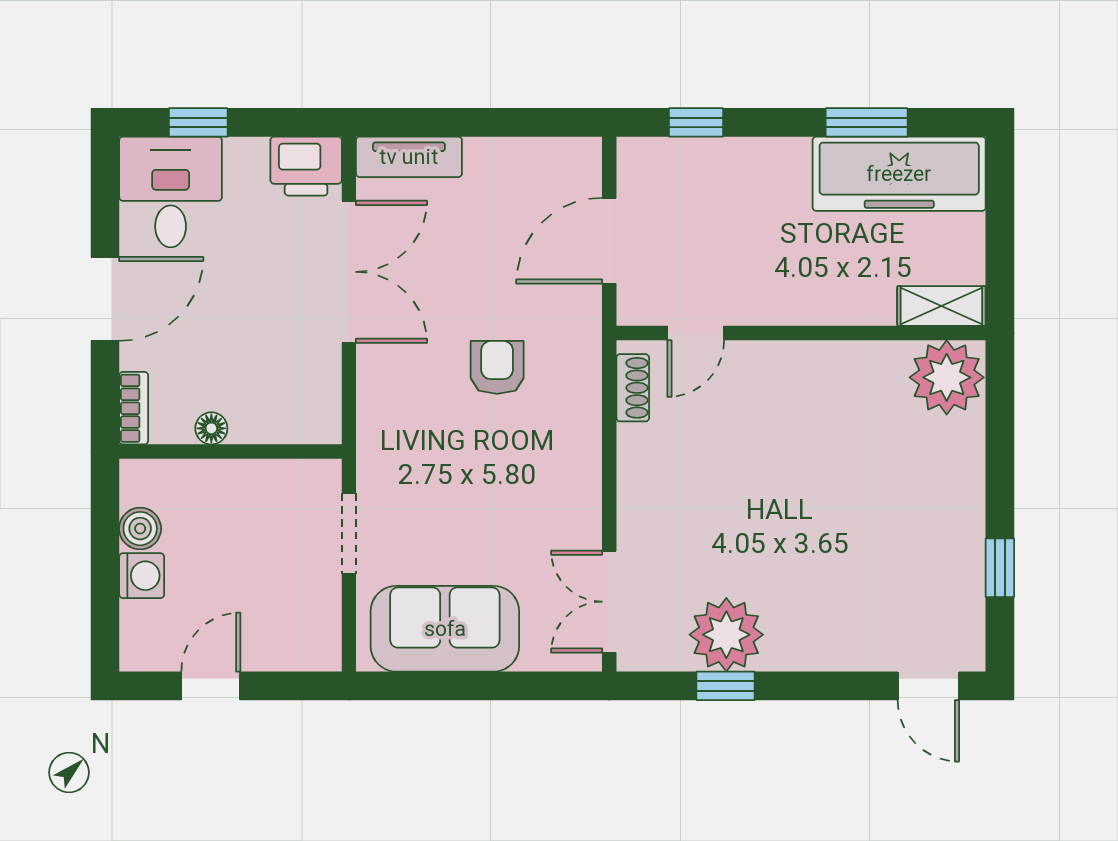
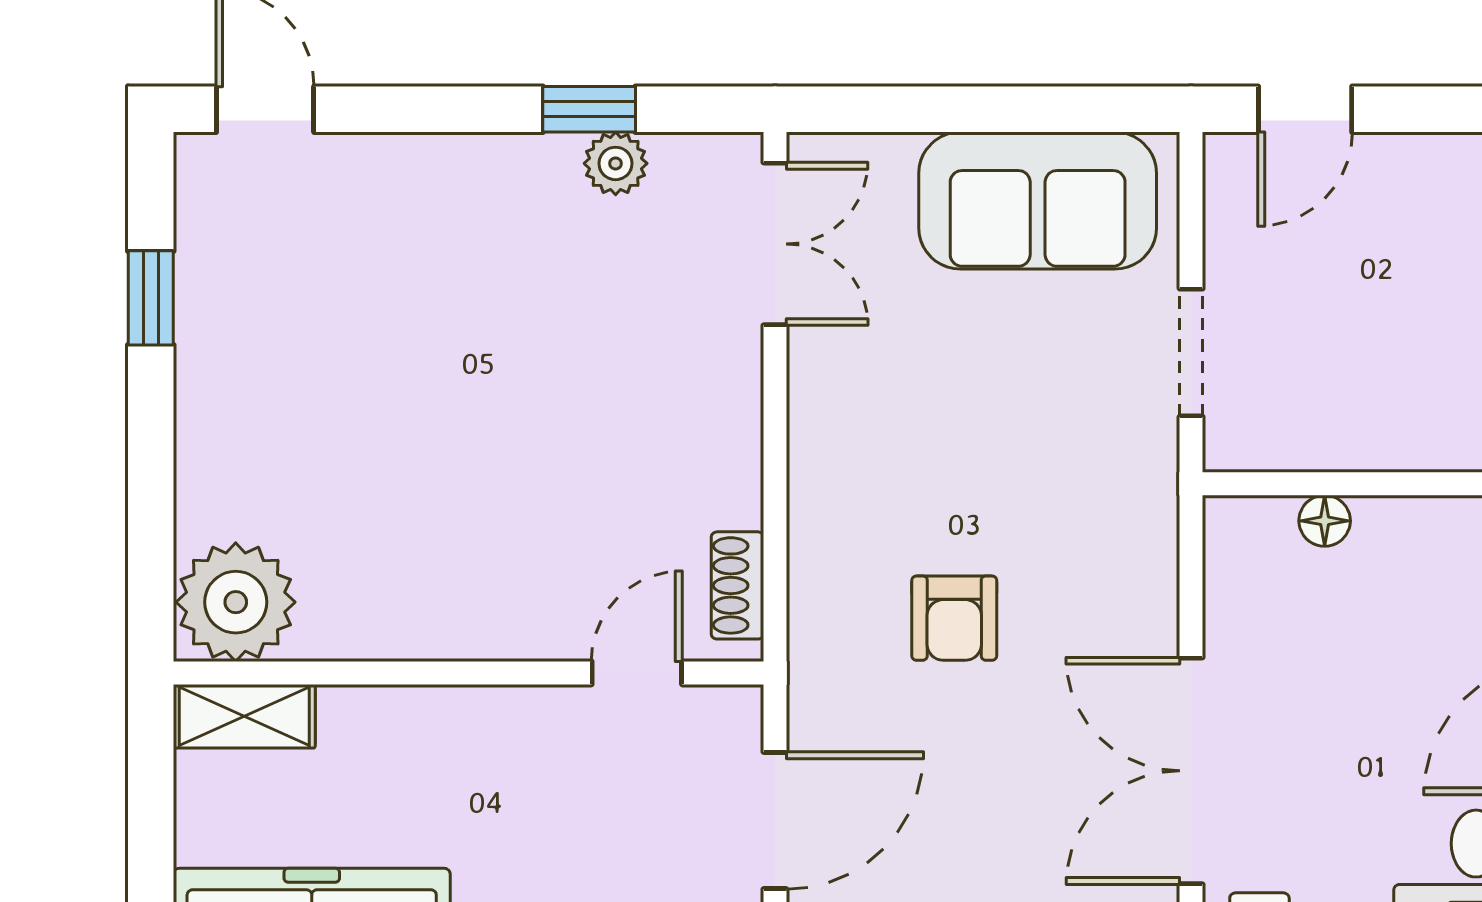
floor lamp: (211, 428) -> (1325, 521), moved
plant: (726, 635) -> (616, 163), width x0.53, depth x0.53
door: (211, 686) -> (1305, 109), moved

